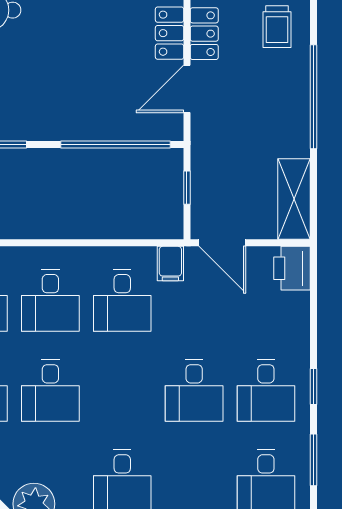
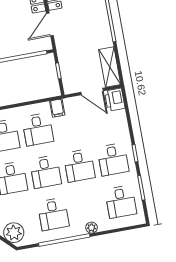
door: (222, 243) -> (92, 92), moved
desk: (122, 391) -> (46, 172), added

